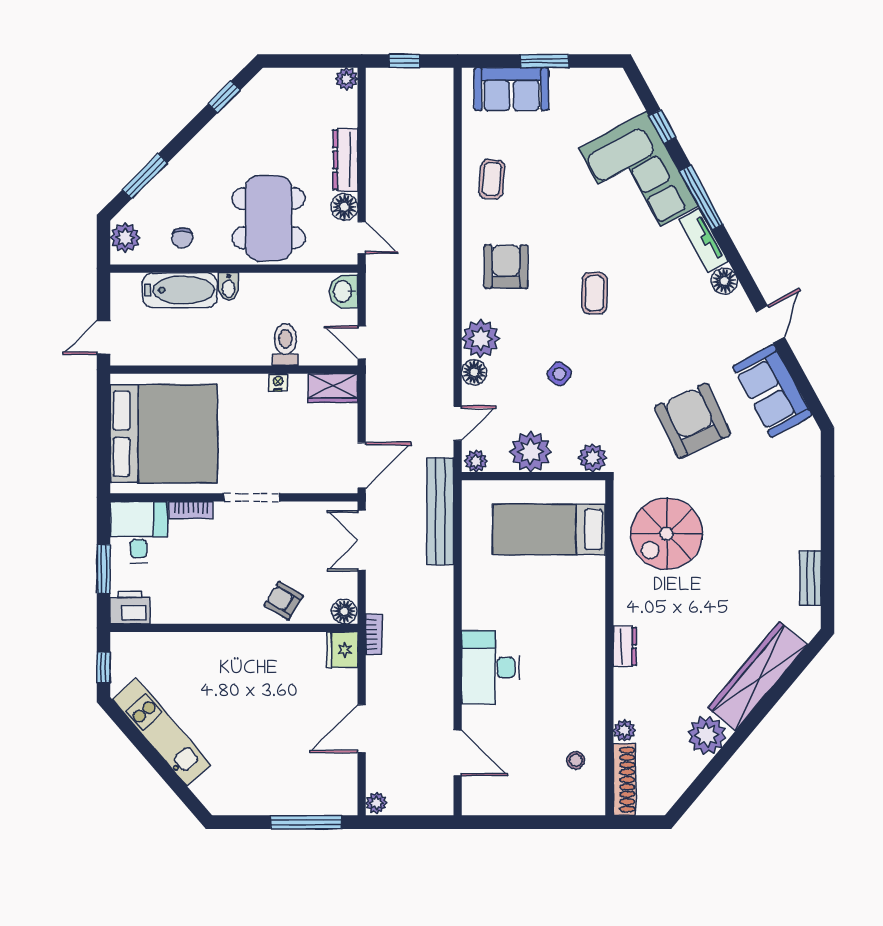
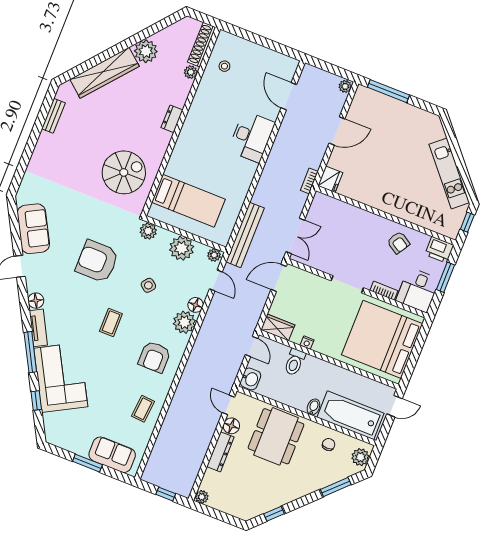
bathtub: (180, 290) -> (350, 415), width x1.36, depth x1.36
armchair: (693, 421) -> (97, 261), moved, turned 115
door: (458, 423) -> (216, 280), swing flipped
armchair: (284, 601) -> (398, 243), moved
floor lamp: (344, 611) -> (321, 200), removed

